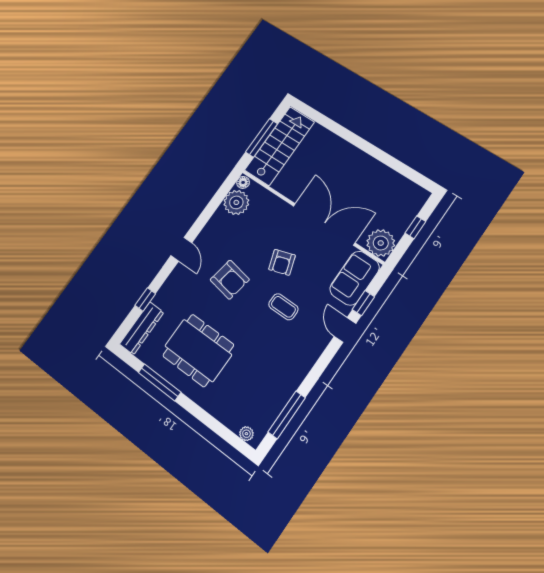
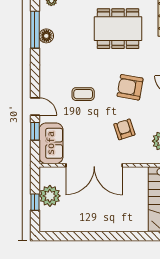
plant: (381, 243) -> (50, 196), moved
armchair: (282, 262) -> (124, 129), moved
floor lamp: (279, 399) -> (46, 36), added

